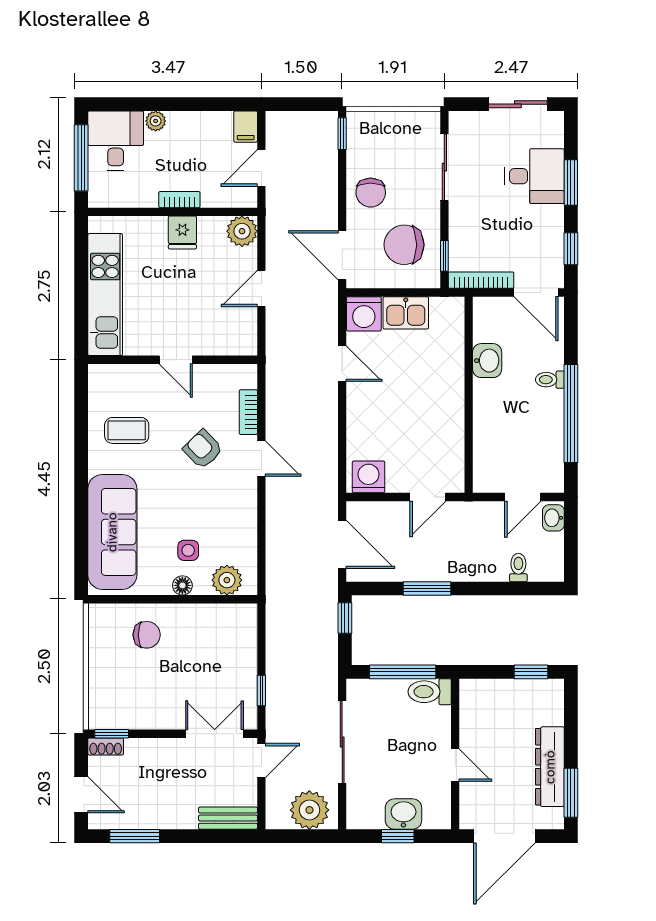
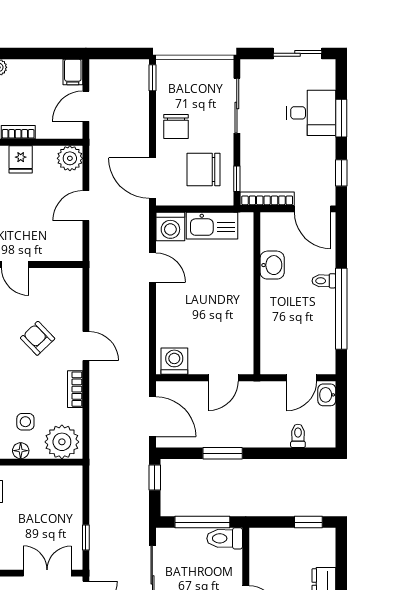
kitchen sink: (406, 313) -> (212, 226), width x1.38
bookcase: (248, 412) -> (75, 389), moved
plant: (227, 580) -> (62, 442), width x1.36, depth x1.36

